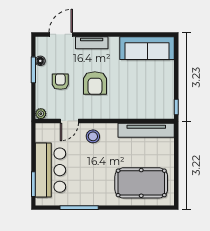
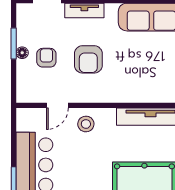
floor lamp: (40, 61) -> (22, 53), moved
plant: (41, 114) -> (23, 96), removed

